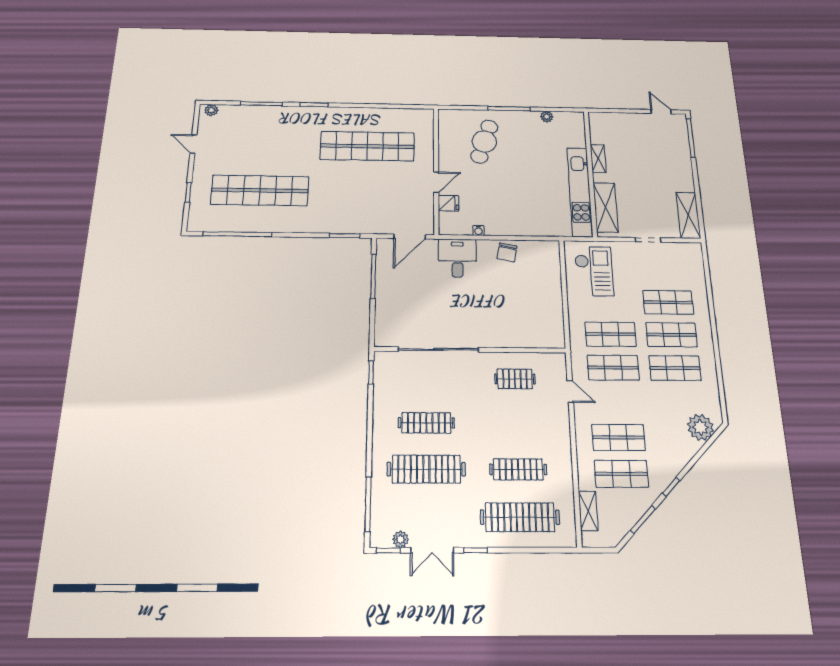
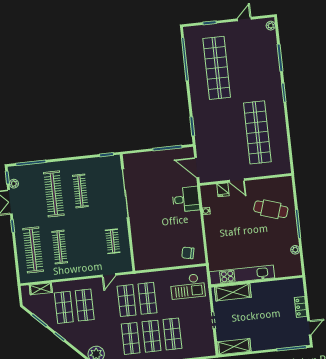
locker: (630, 119) -> (301, 307), added
shelving: (598, 159) -> (268, 286), removed
chair: (507, 252) -> (188, 253), moved

